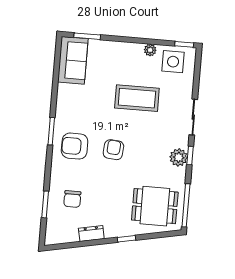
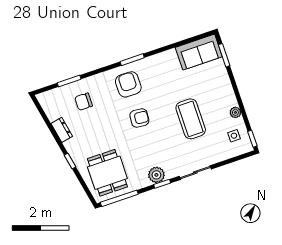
side table: (173, 62) -> (234, 136), width x0.54, depth x0.54

